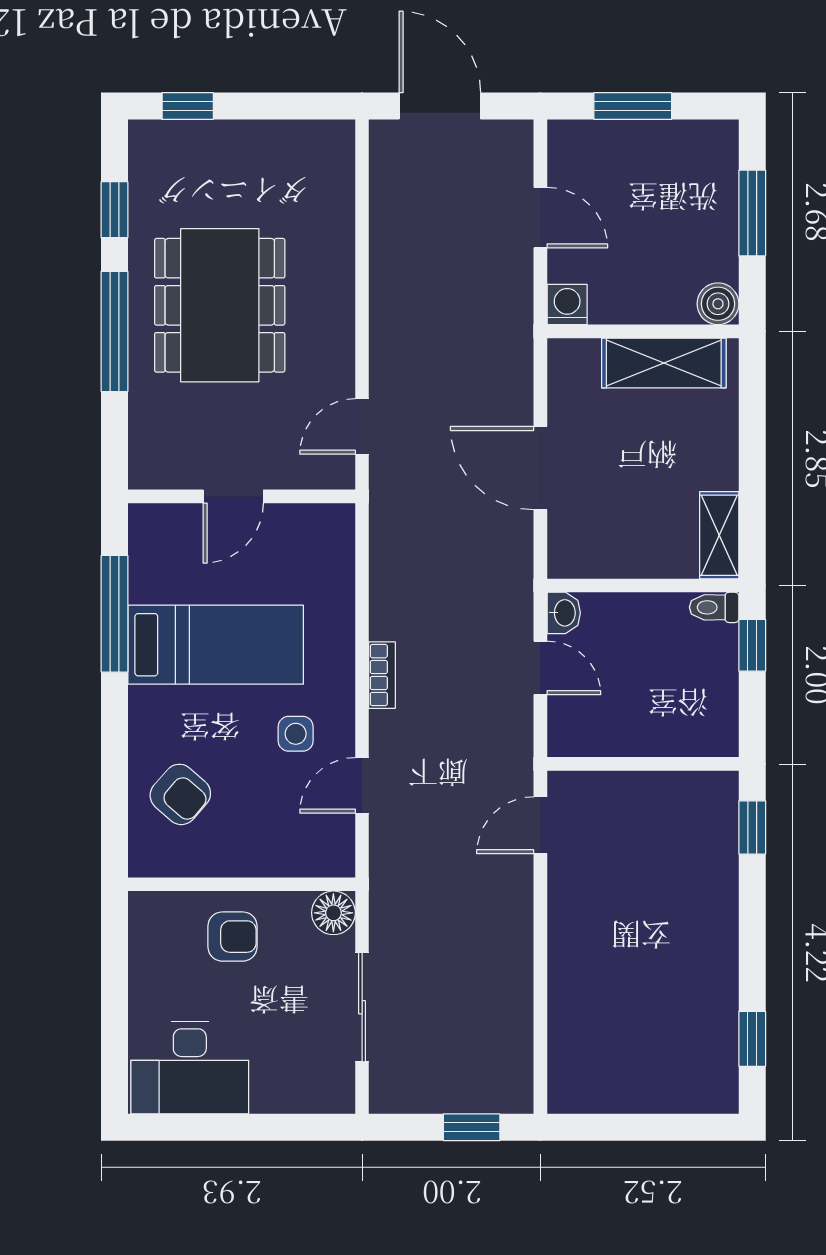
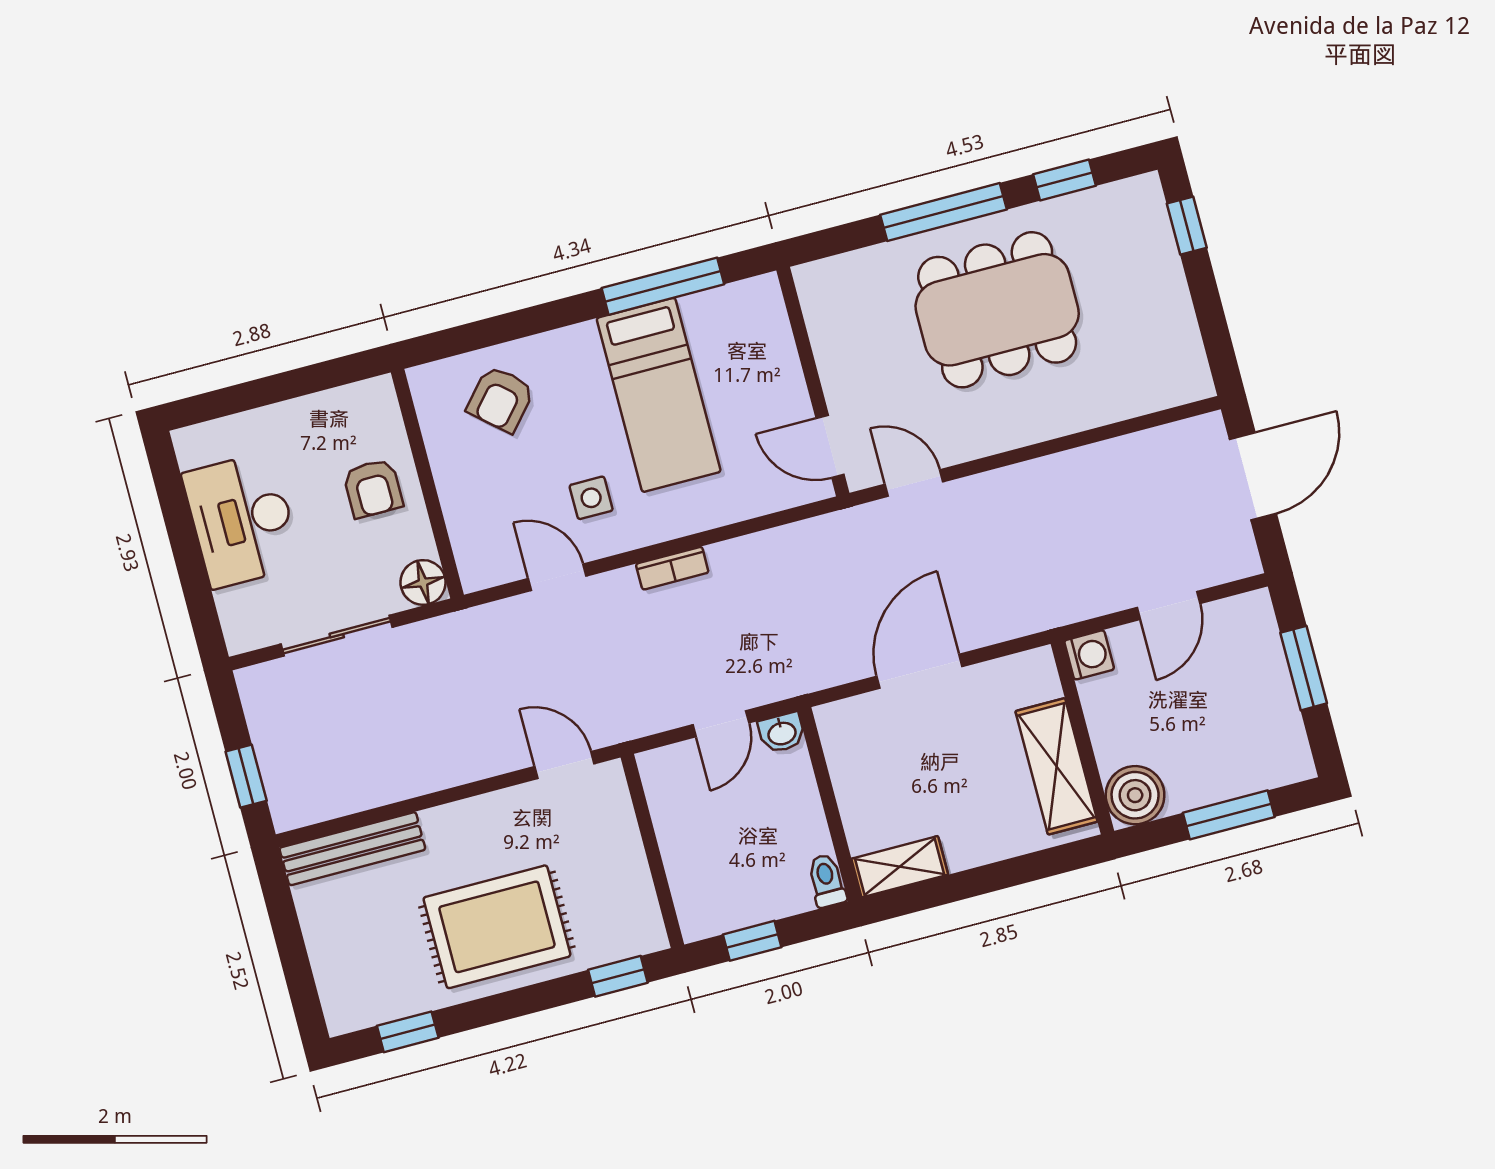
boiler: (718, 304) -> (1135, 795), width x1.36, depth x1.36
door: (233, 496) -> (830, 447), moved
window: (752, 645) -> (752, 941), moved
rug: (676, 929) -> (497, 927), added
bench: (566, 1045) -> (352, 849), added
desk: (190, 1068) -> (242, 520), moved

